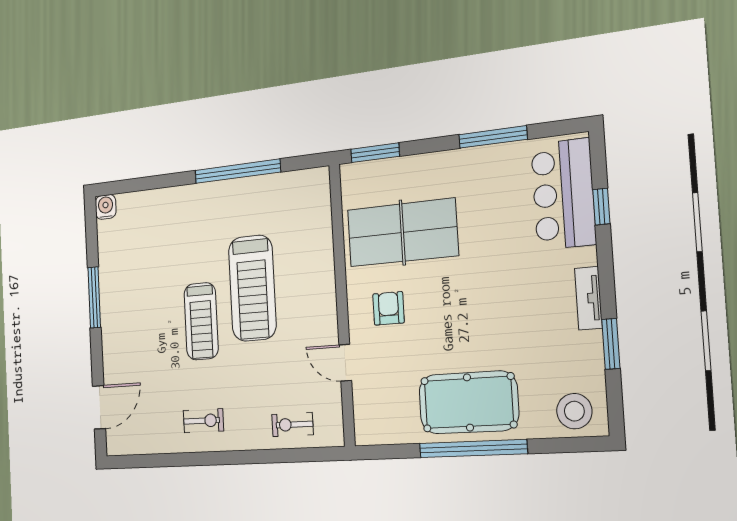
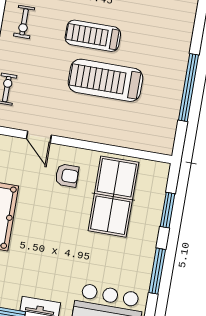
window: (375, 153) -> (168, 210), moved
door: (345, 363) -> (39, 137), swing flipped

